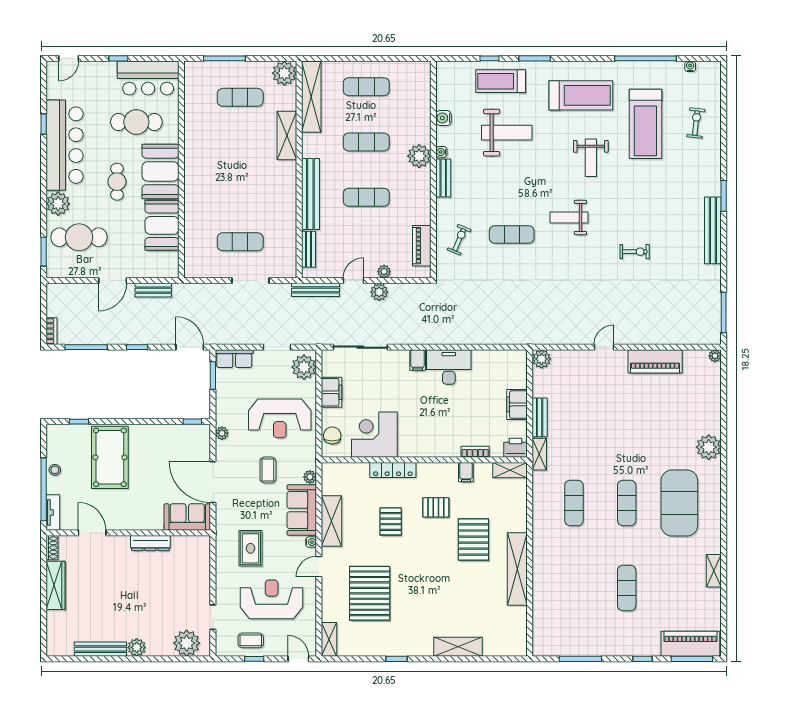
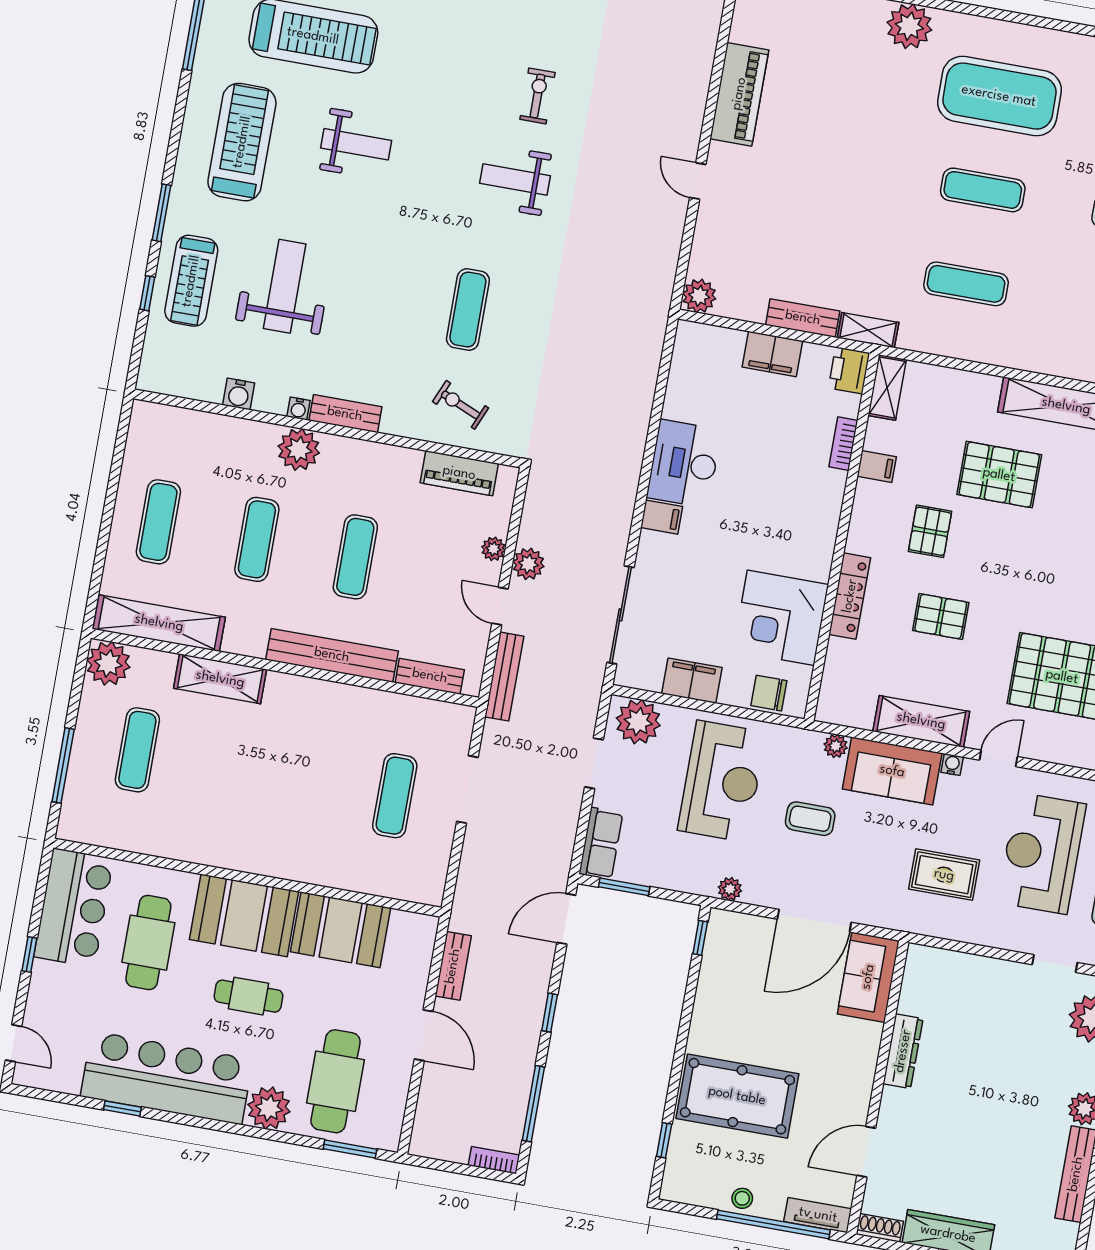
weight bench: (569, 217) -> (515, 180), moved, turned 90
door: (319, 567) -> (998, 758), swing flipped

